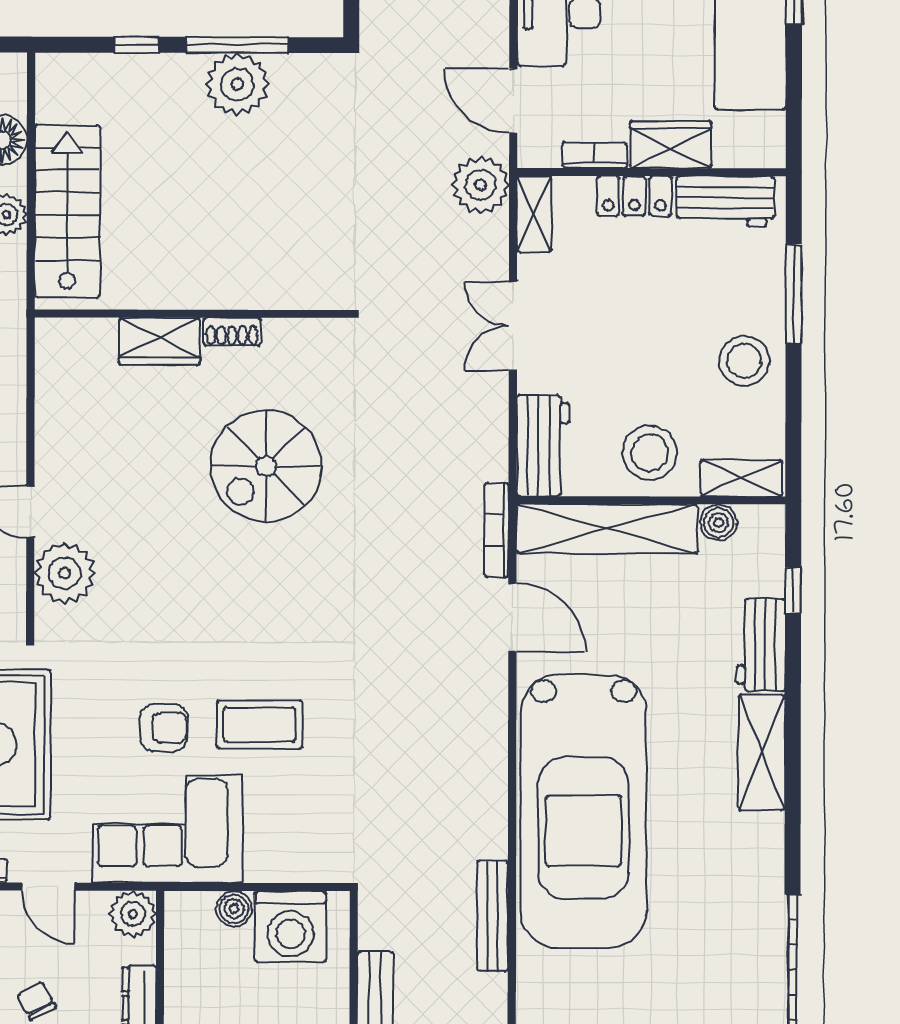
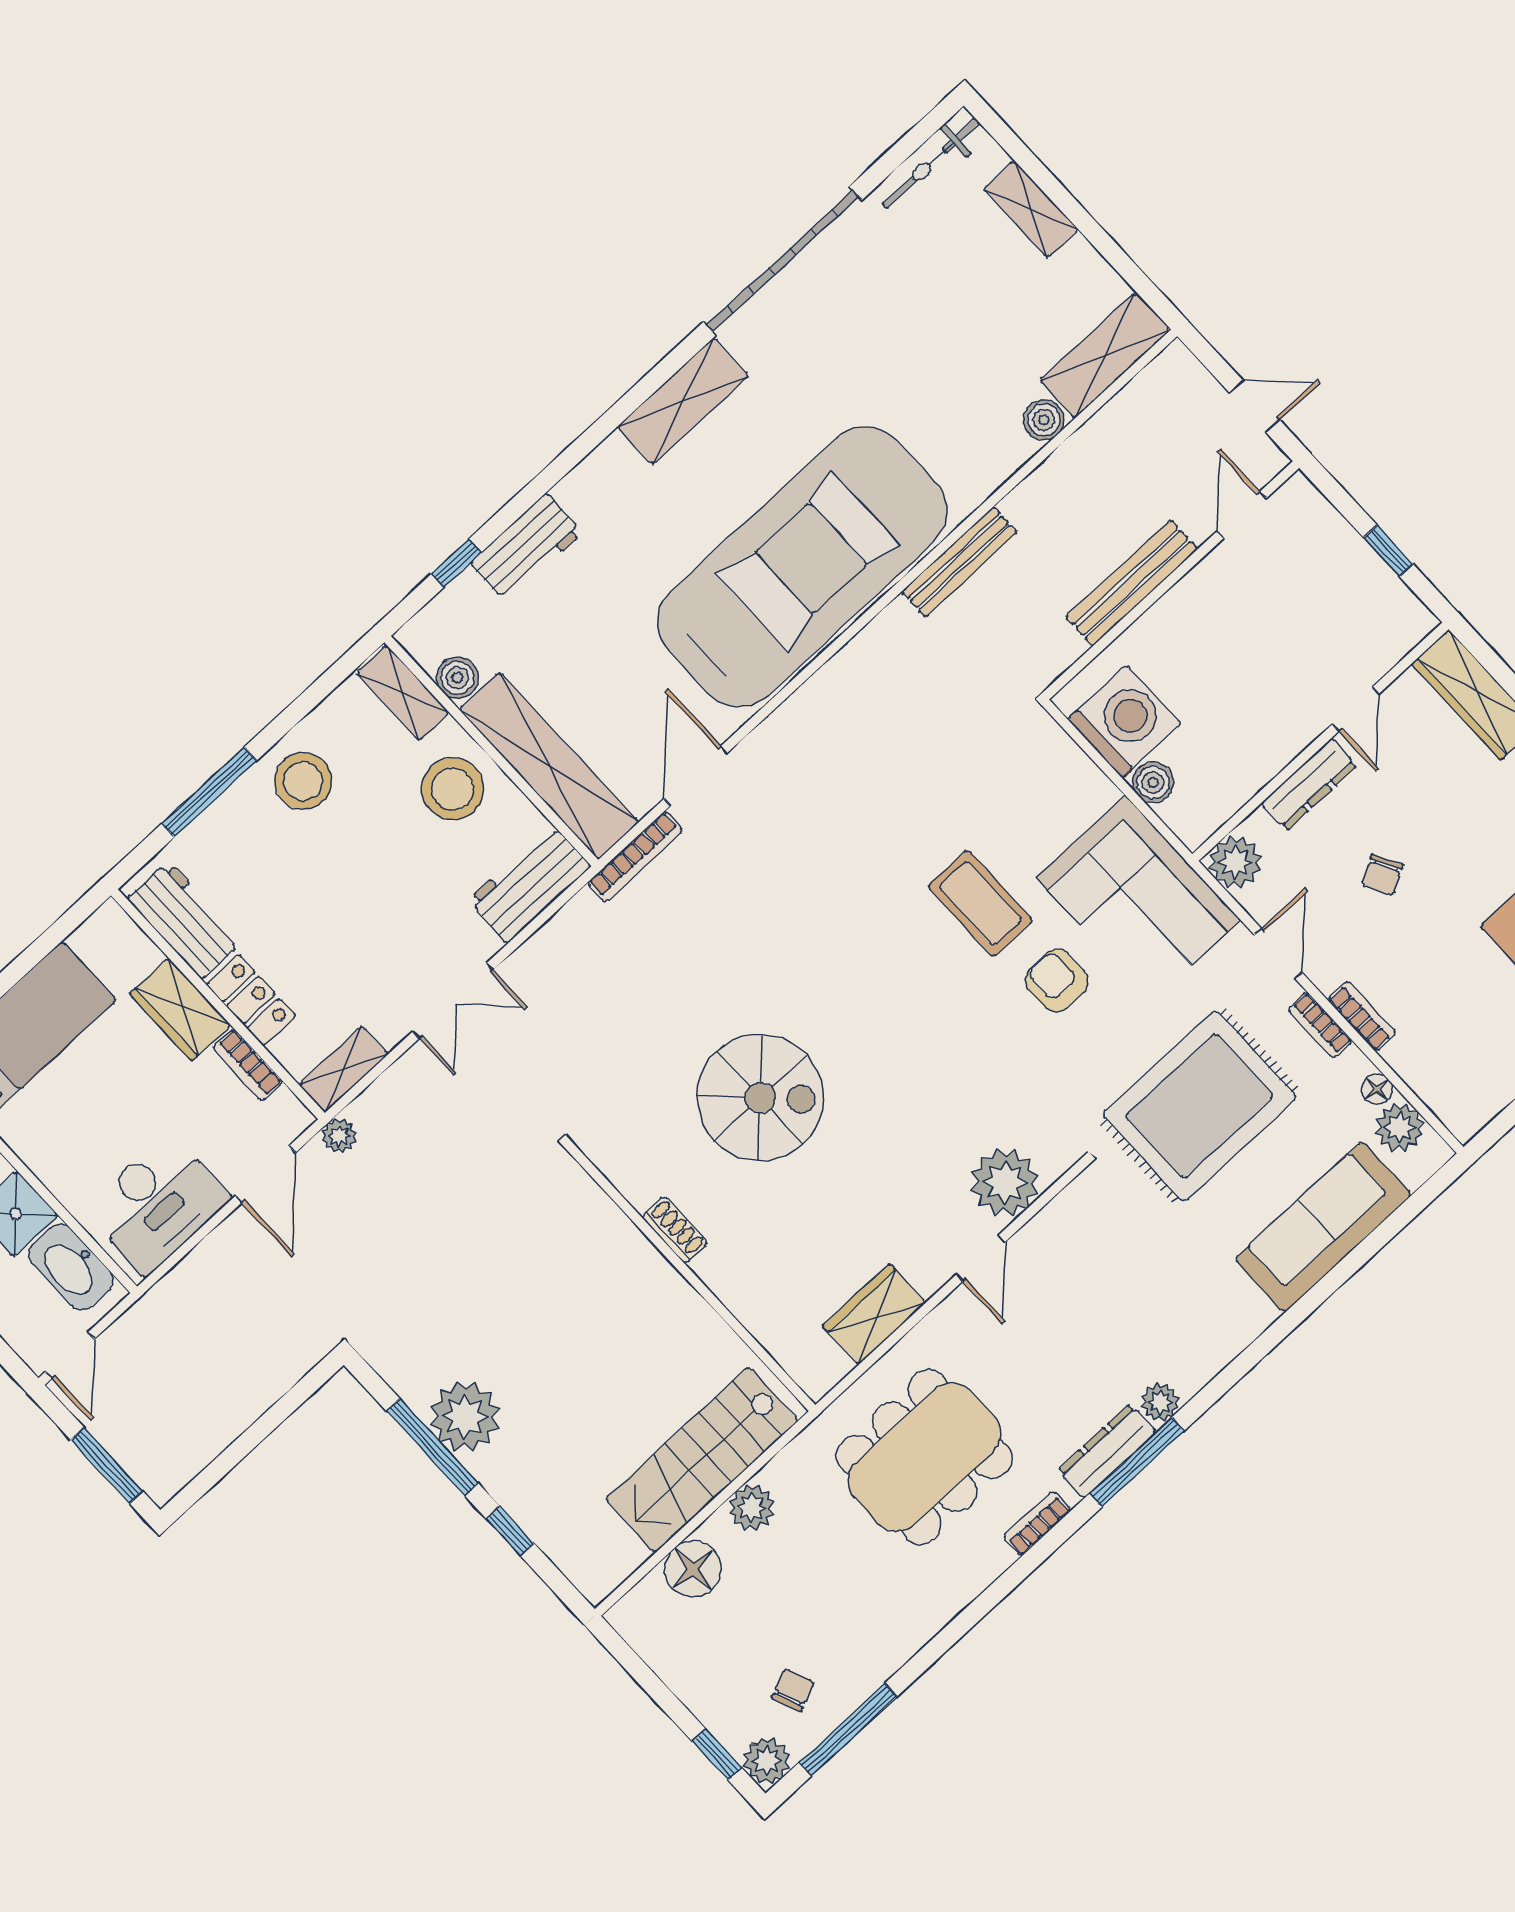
plant: (480, 185) -> (339, 1136), width x0.53, depth x0.53
wardrobe: (159, 341) -> (874, 1314), moved, turned -90
shelving: (762, 752) -> (683, 401), moved

